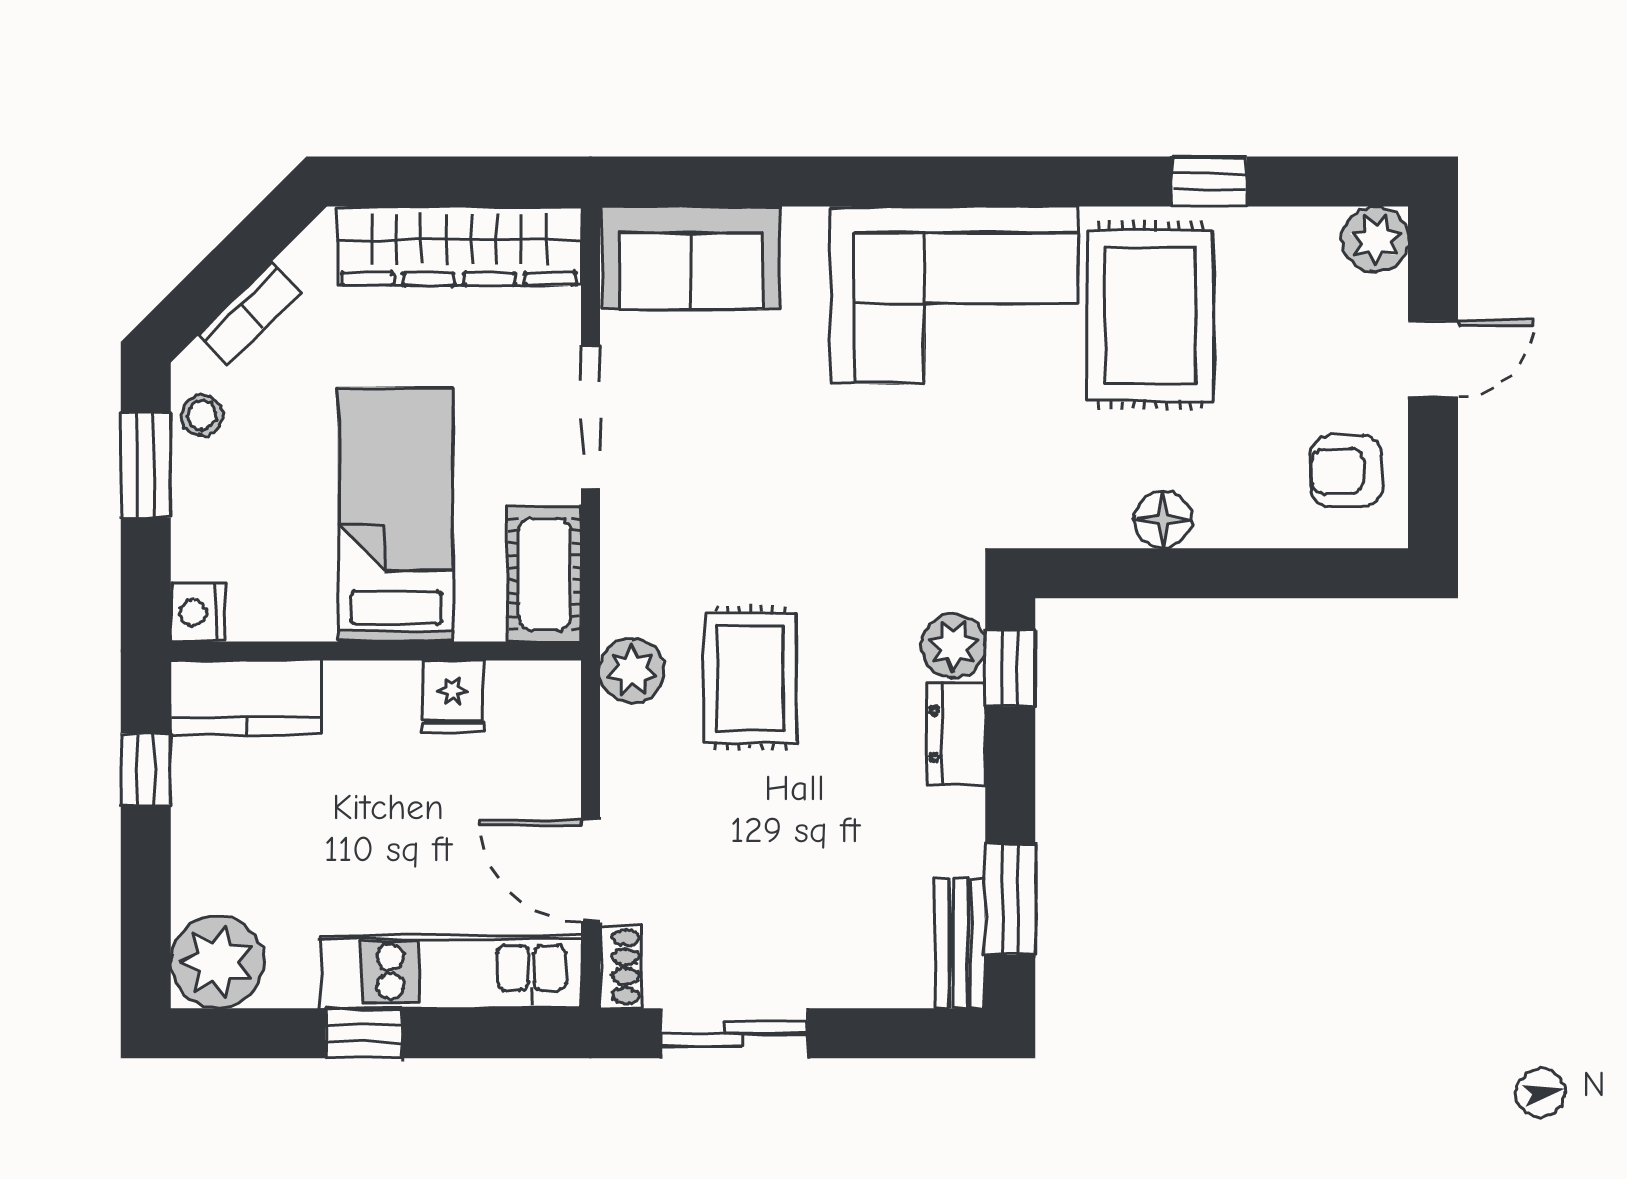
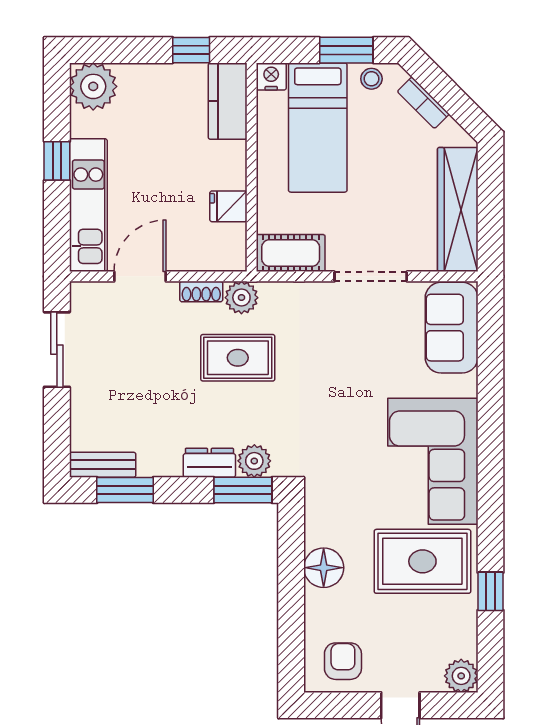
bed: (396, 514) -> (318, 128), moved, turned 90
floor lamp: (1163, 520) -> (324, 568), width x1.38, depth x1.38
window: (1010, 668) -> (243, 490), width x1.50
shoe rack: (620, 967) -> (201, 292), moved

